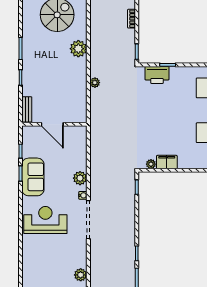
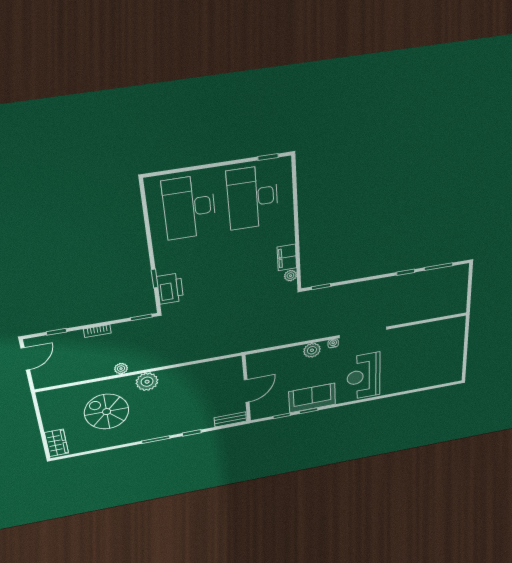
plant: (95, 83) -> (121, 369), moved
plant: (81, 275) -> (430, 328), removed

